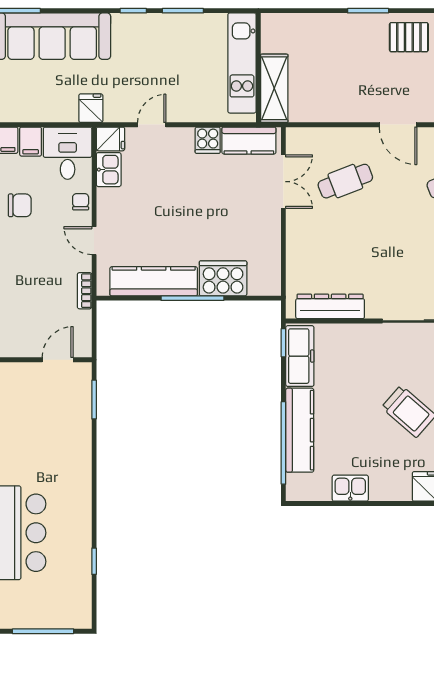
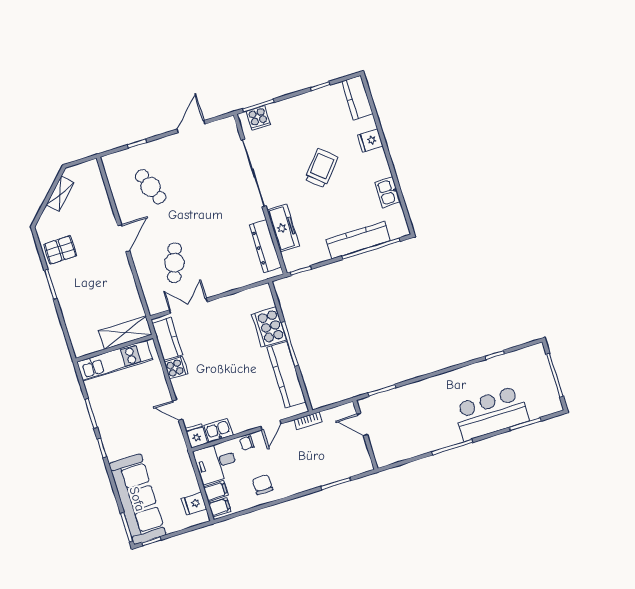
pallet: (409, 37) -> (60, 250), turned 90
fridge: (91, 108) -> (194, 504), moved
cafe table: (345, 181) -> (174, 263), turned 39
freezer: (300, 356) -> (283, 228), moved, turned 90

